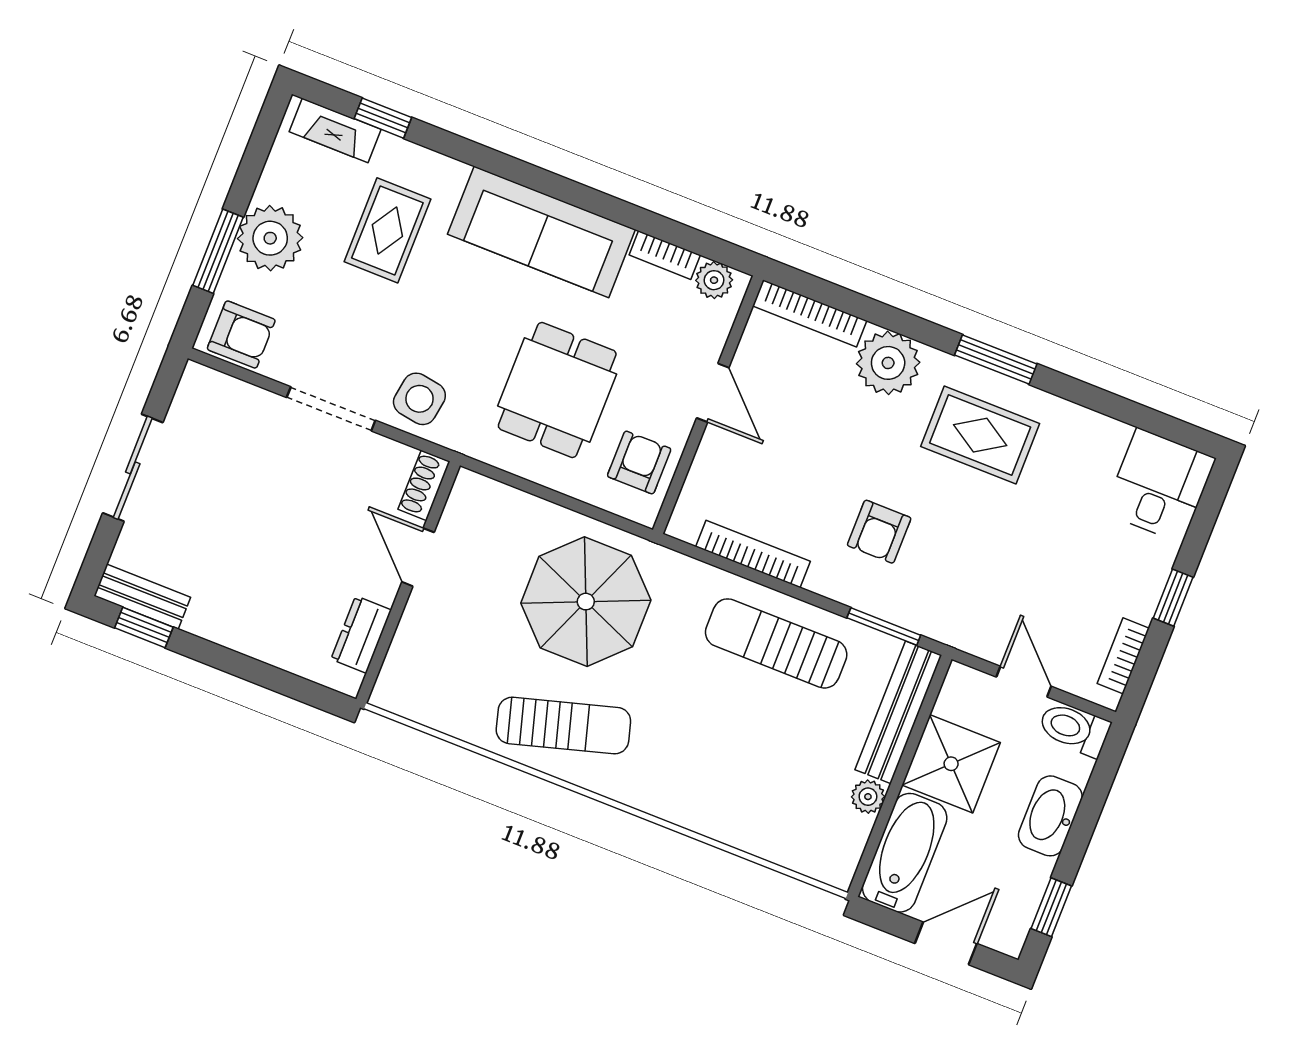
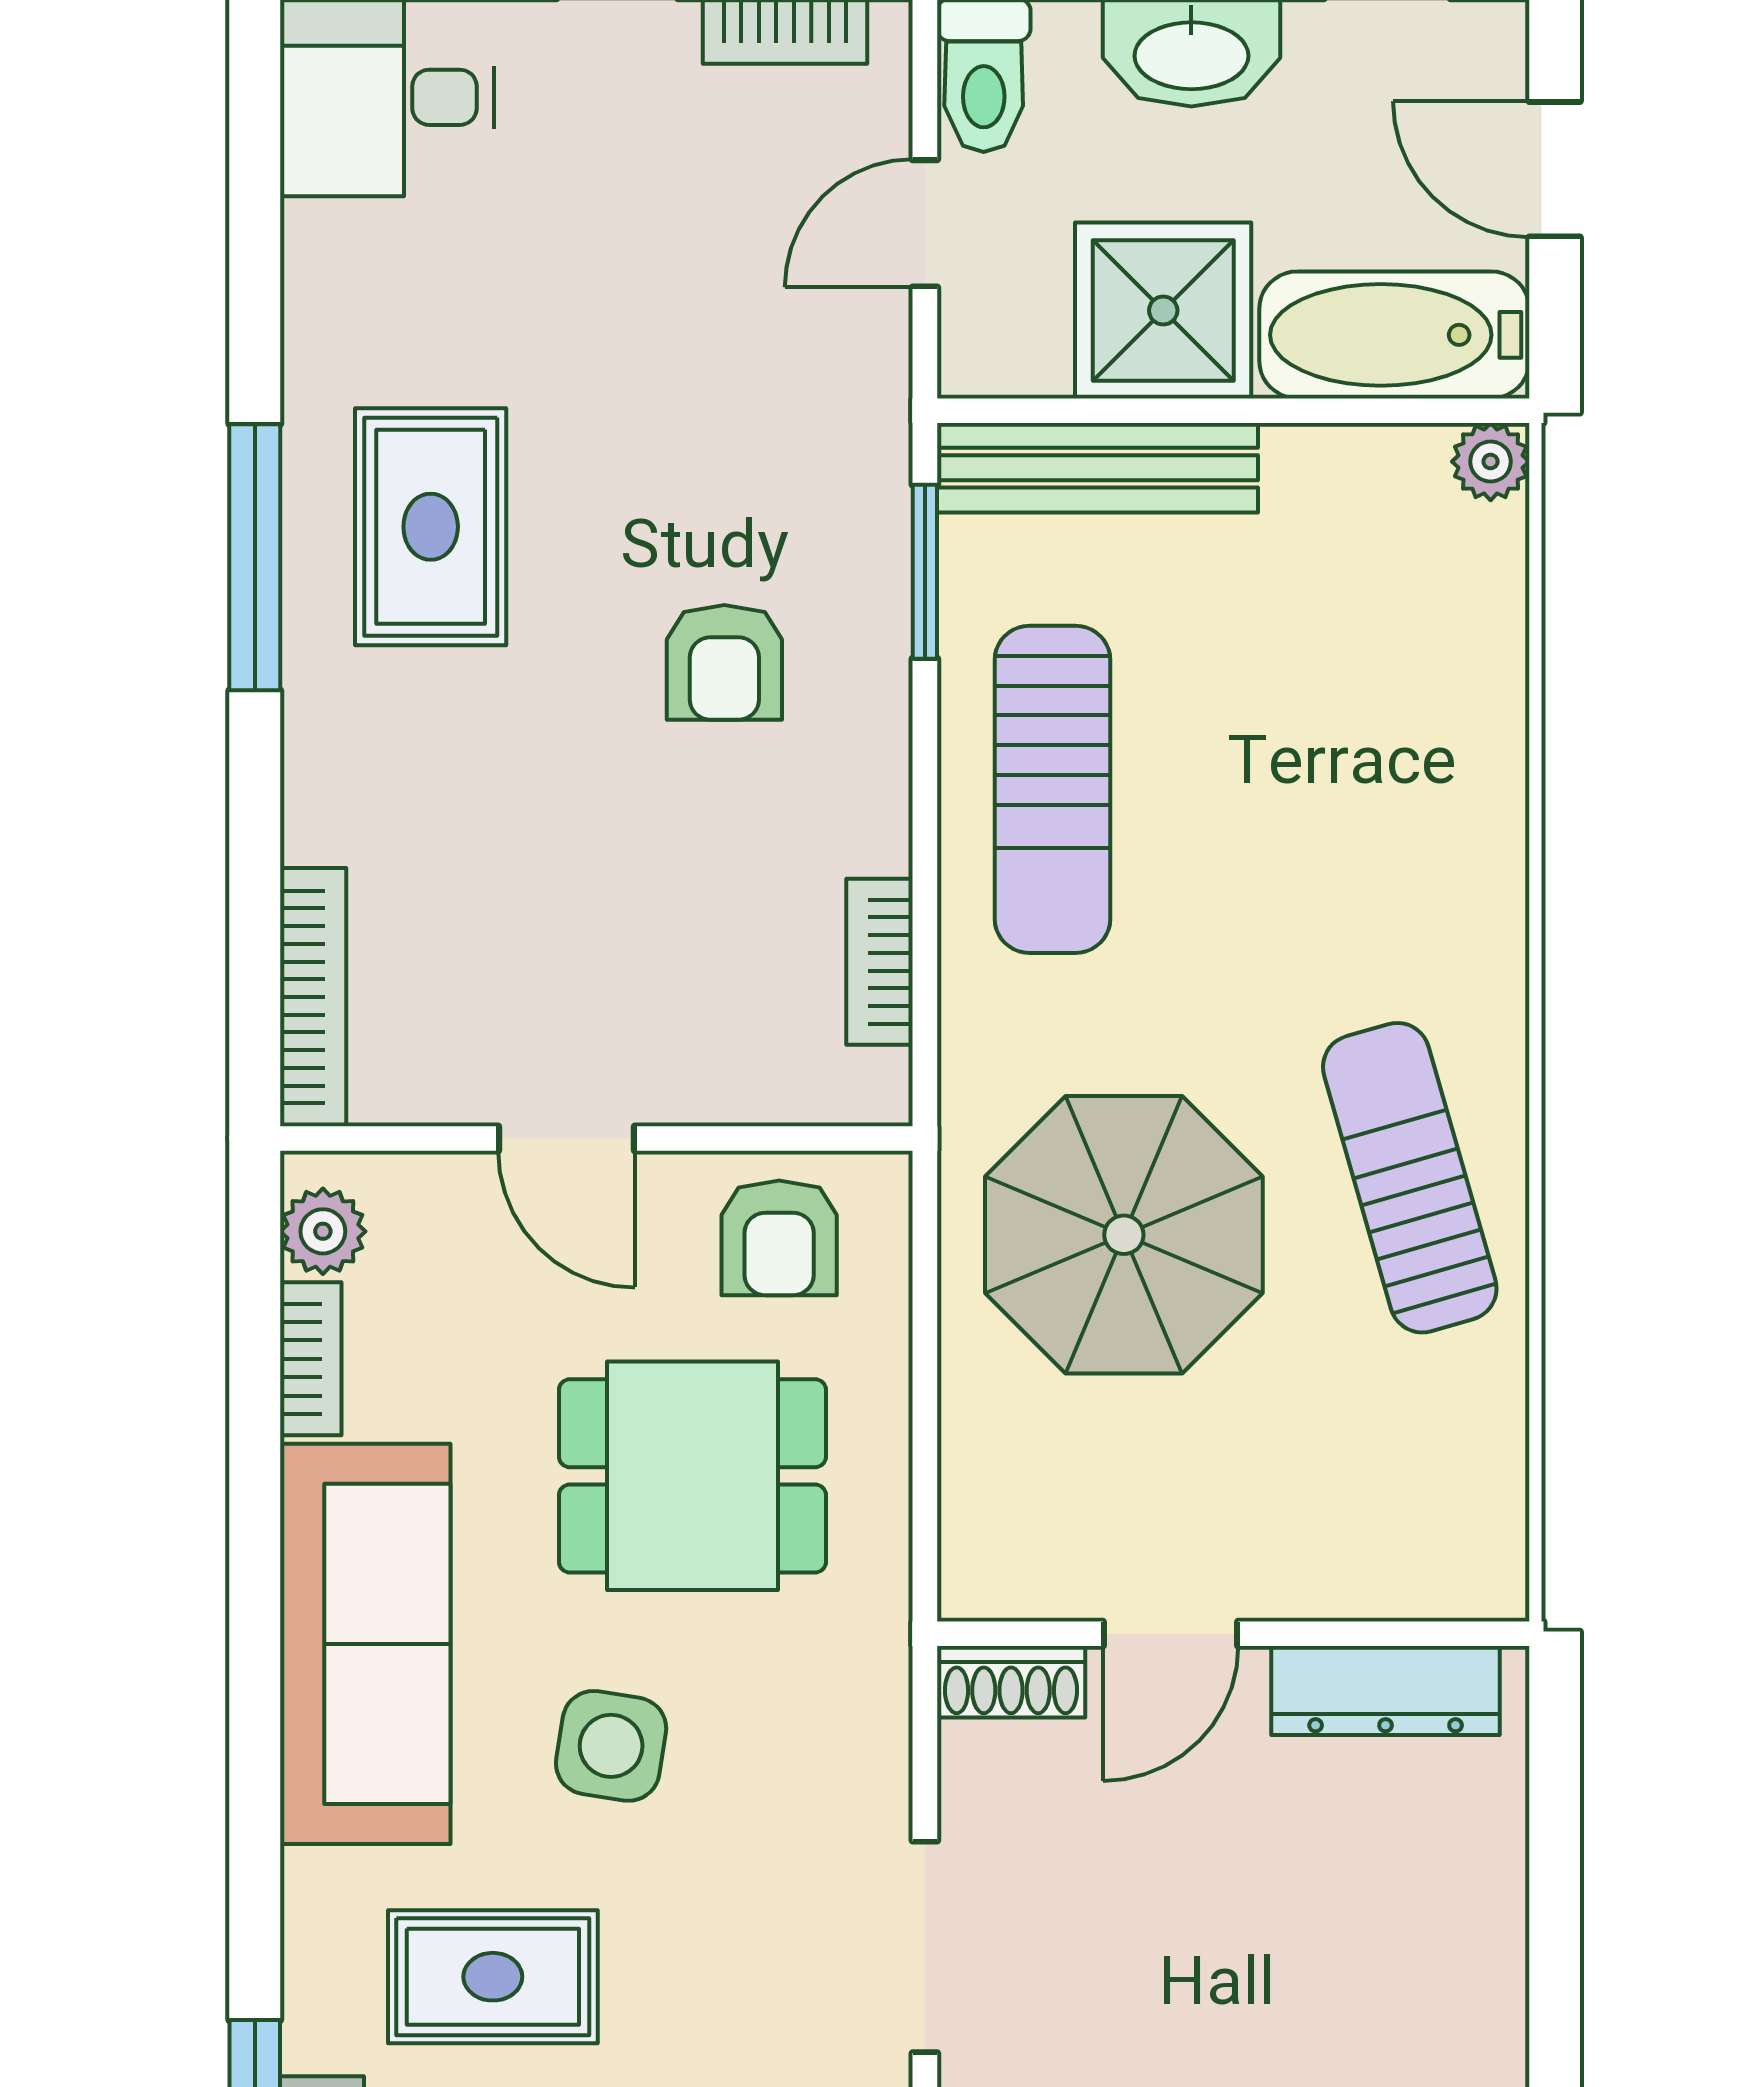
window: (996, 360) -> (255, 557), width x1.44
plant: (888, 363) -> (354, 786), removed
door: (713, 393) -> (567, 1138), swing flipped
side table: (419, 399) -> (611, 1746), moved
armchair: (639, 463) -> (779, 1238), turned -90
armchair: (879, 532) -> (724, 662), turned 90
bookcase: (753, 554) -> (880, 962), width x0.64
dresser: (361, 635) -> (1386, 1690), width x1.44
plant: (868, 797) -> (1491, 462), moved

